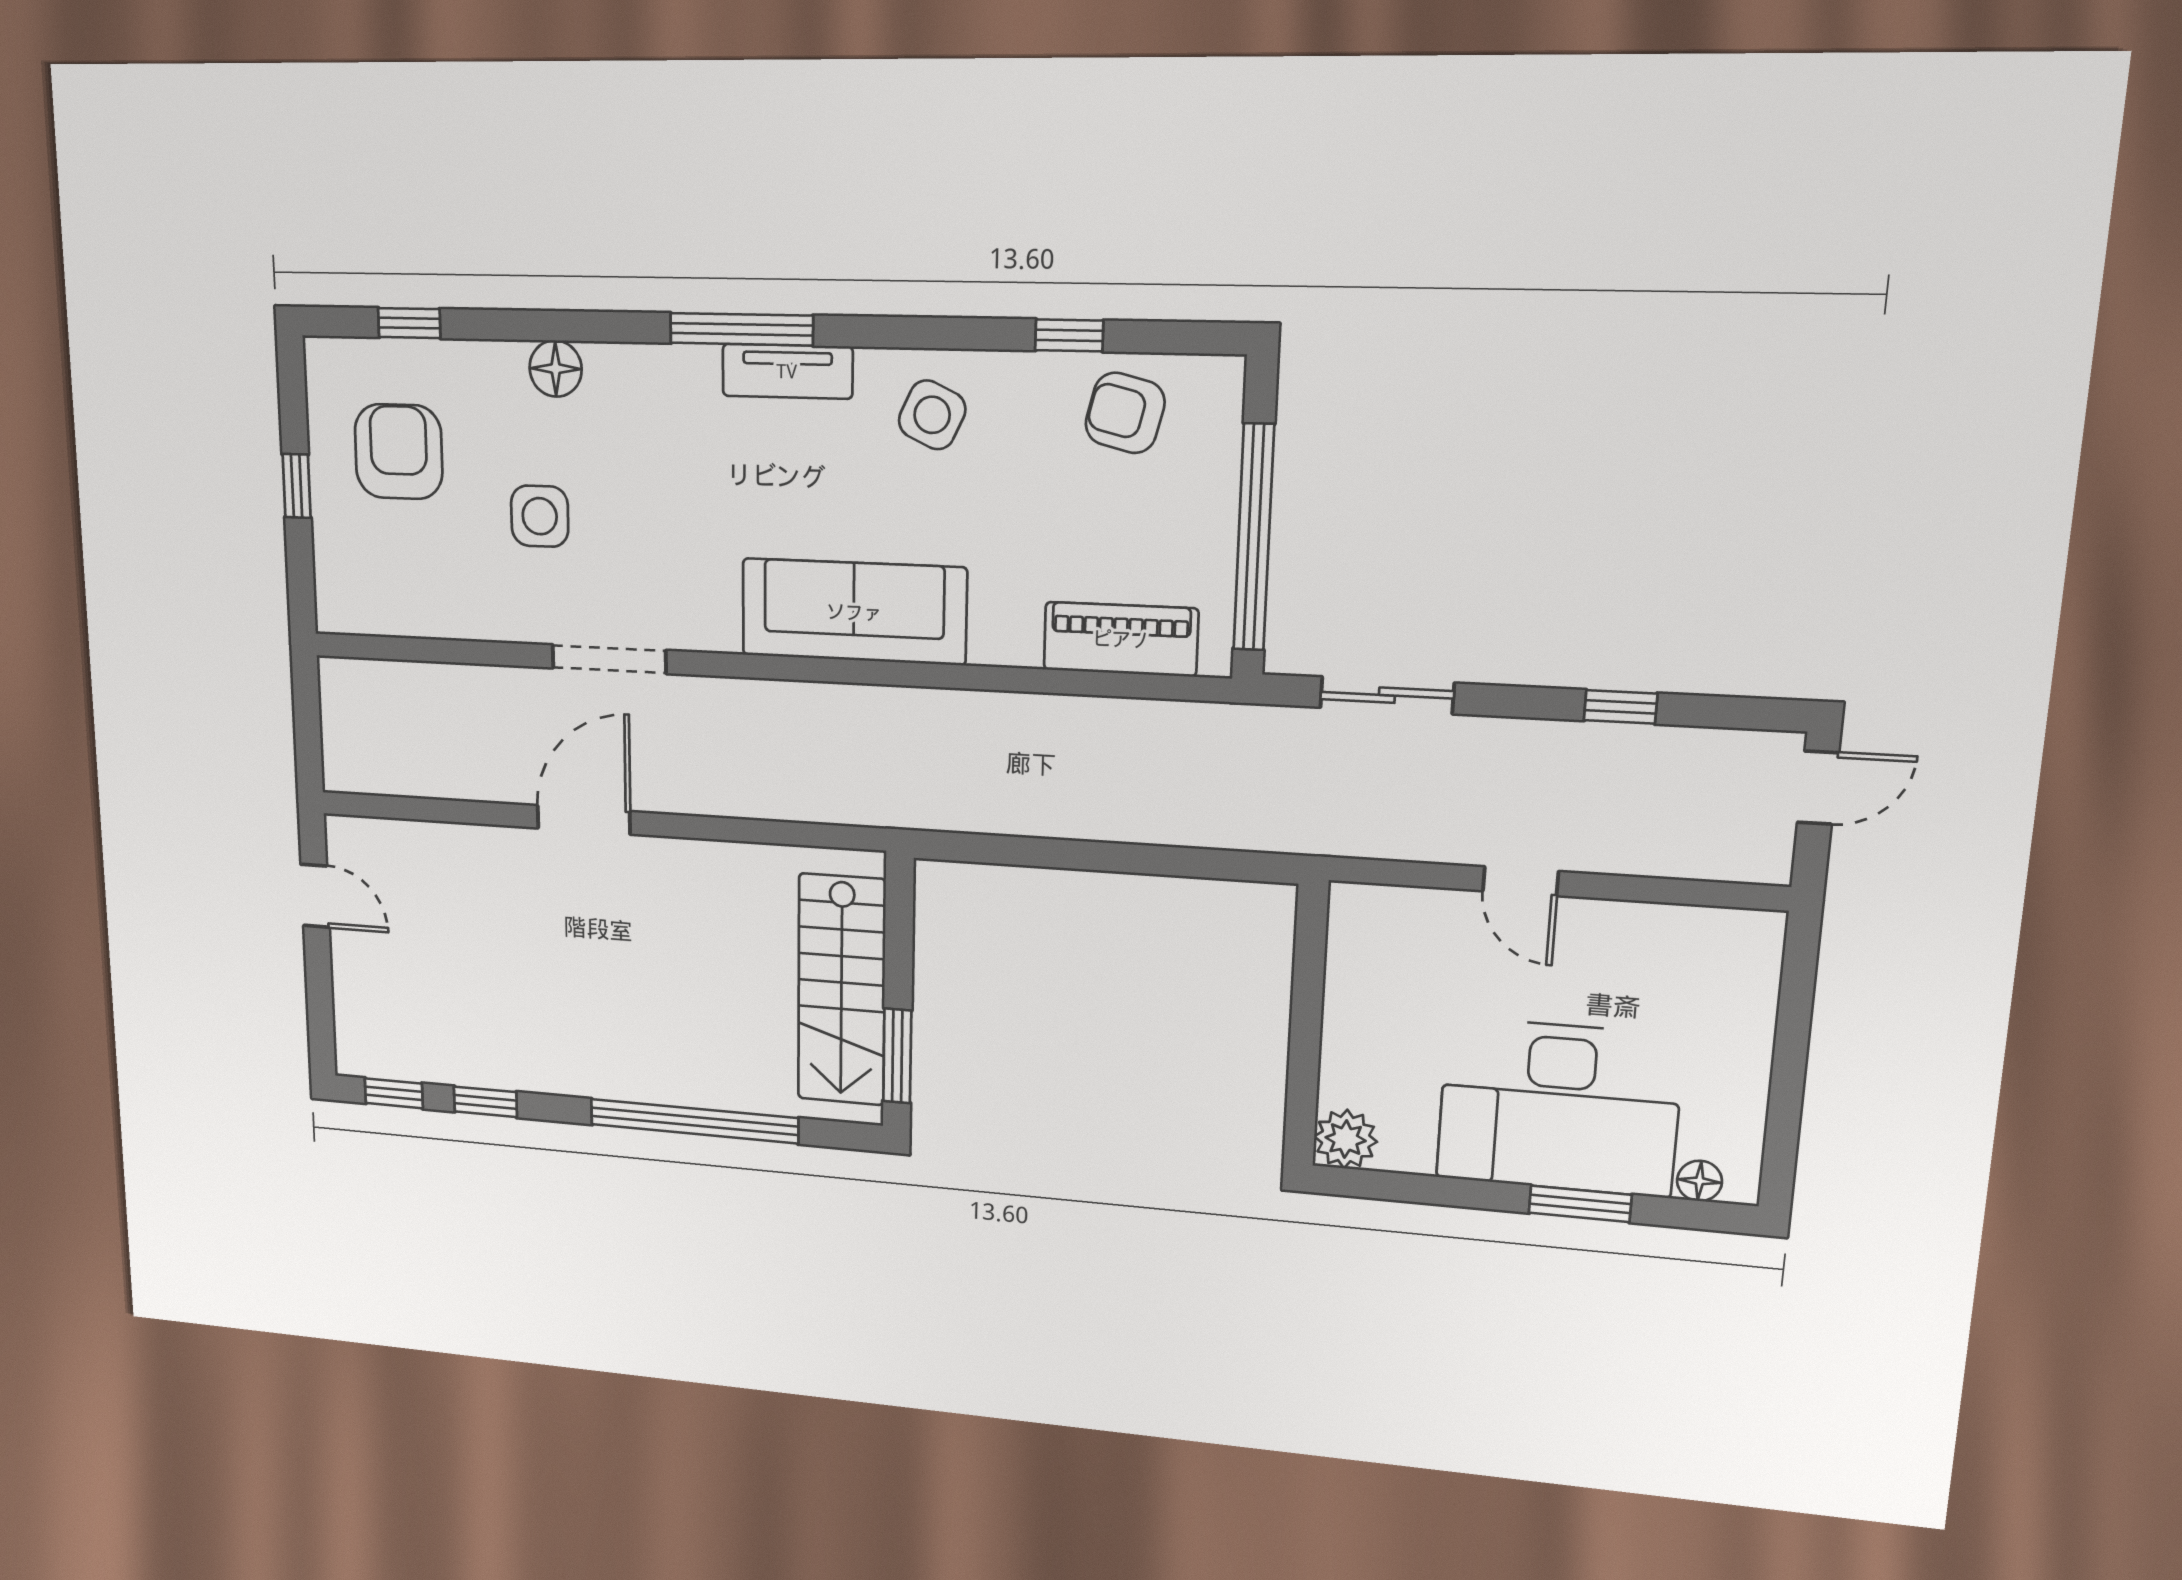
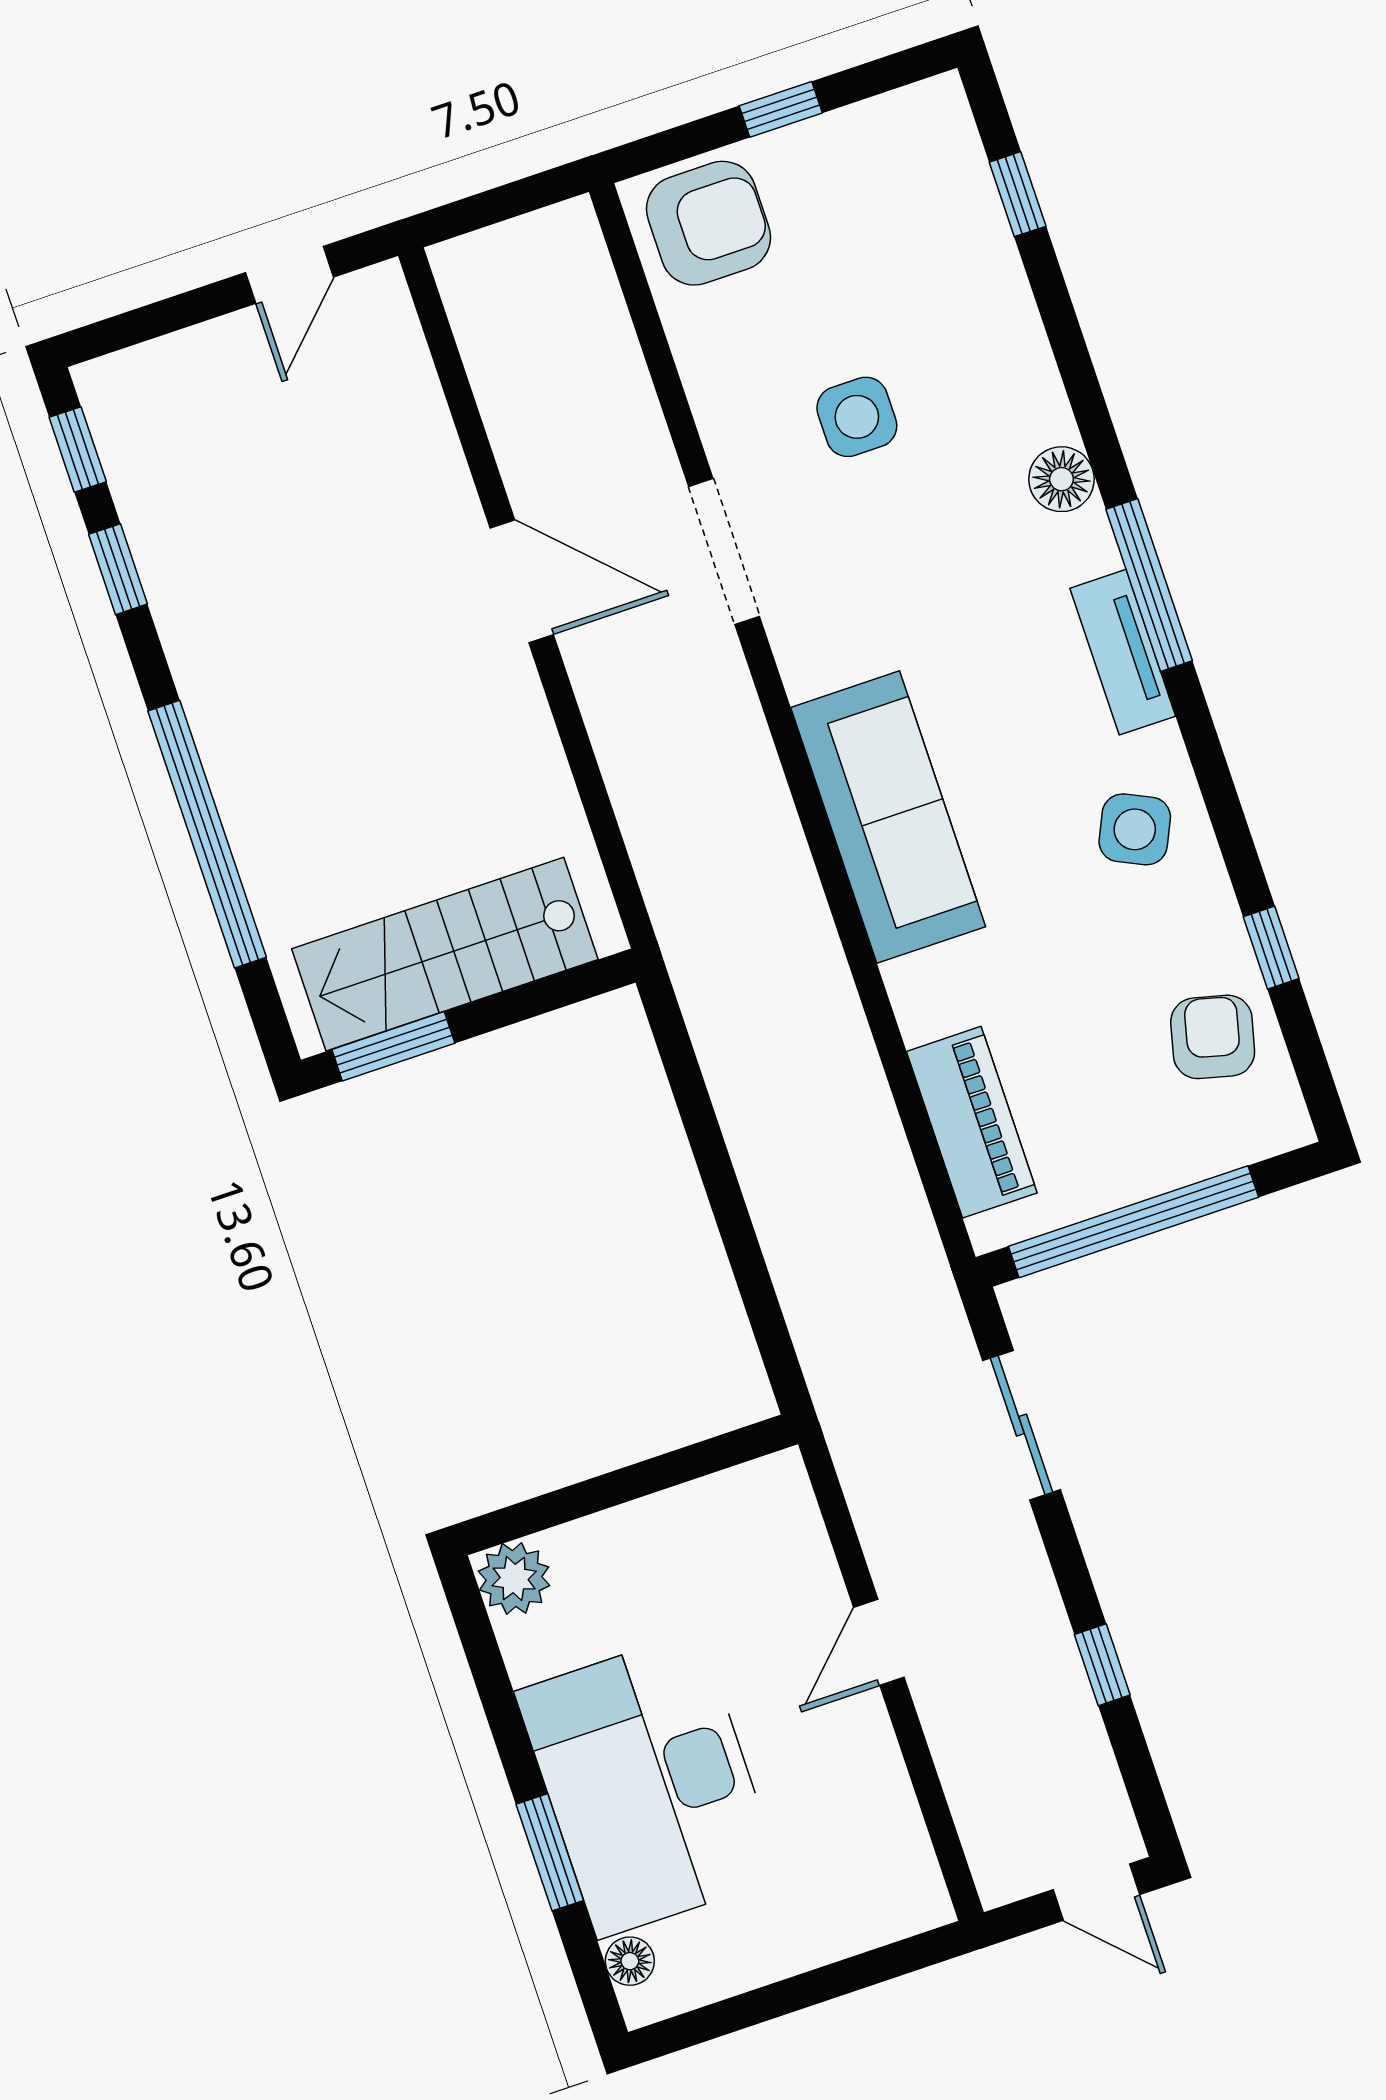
floor lamp: (556, 369) -> (1061, 479), moved
armchair: (399, 452) -> (709, 223), moved

